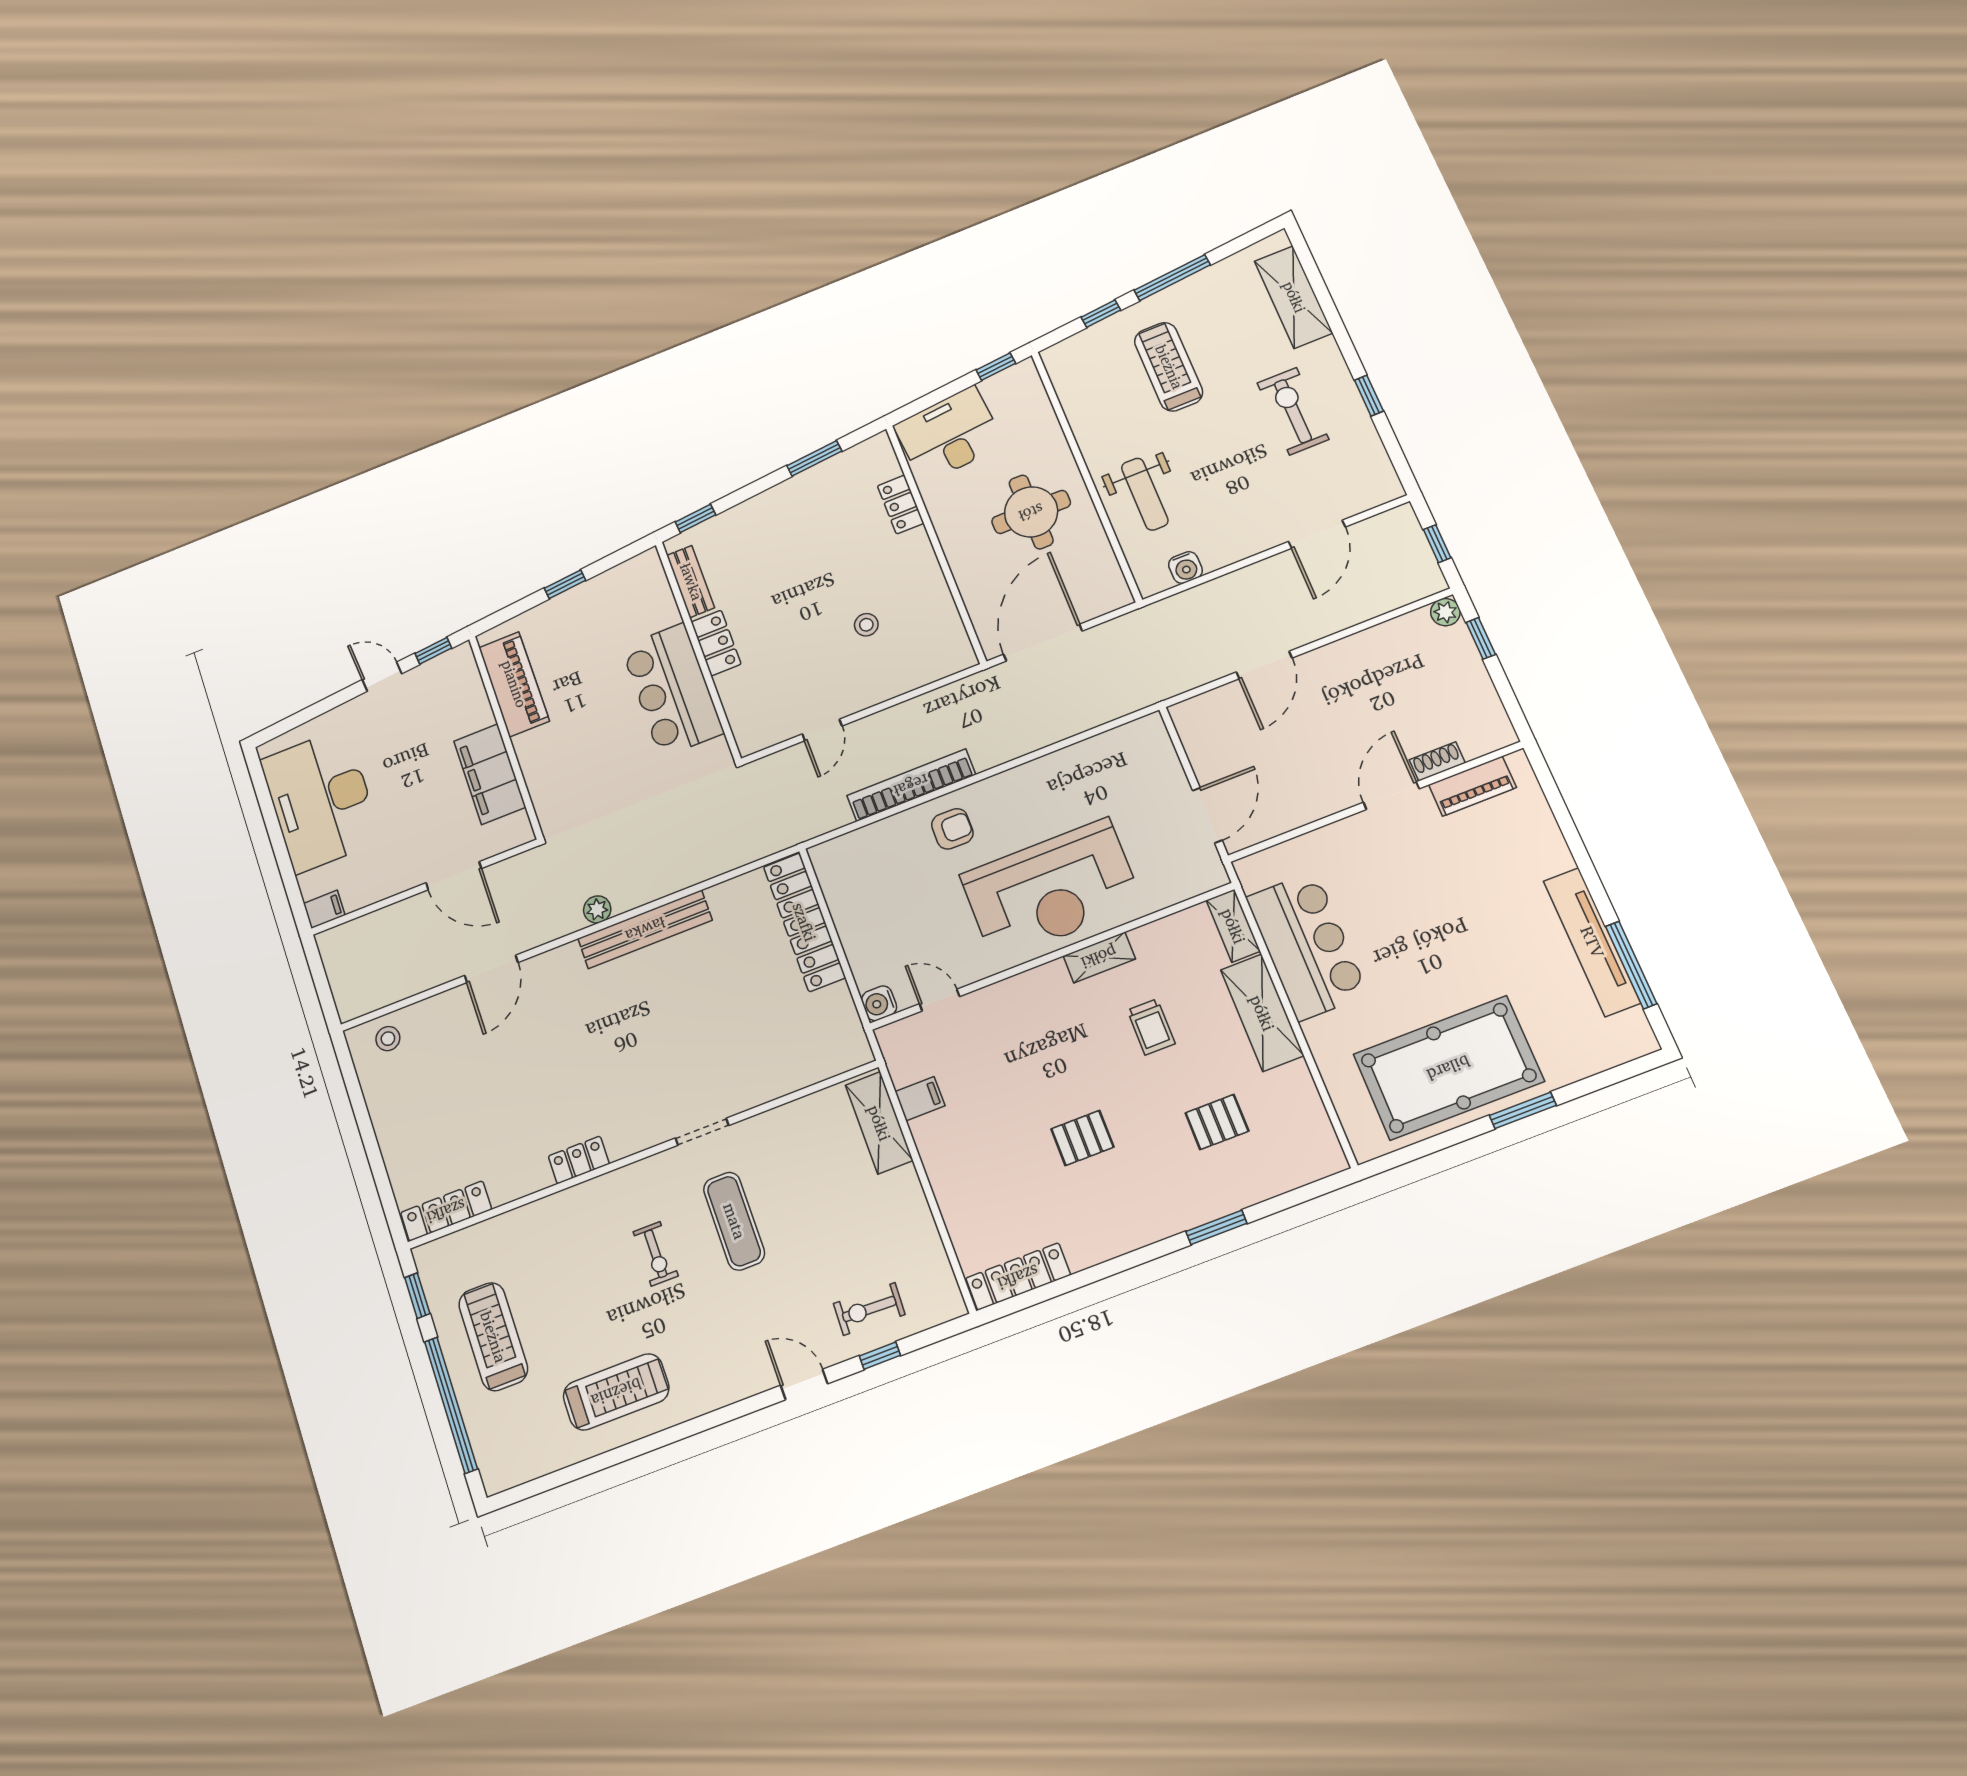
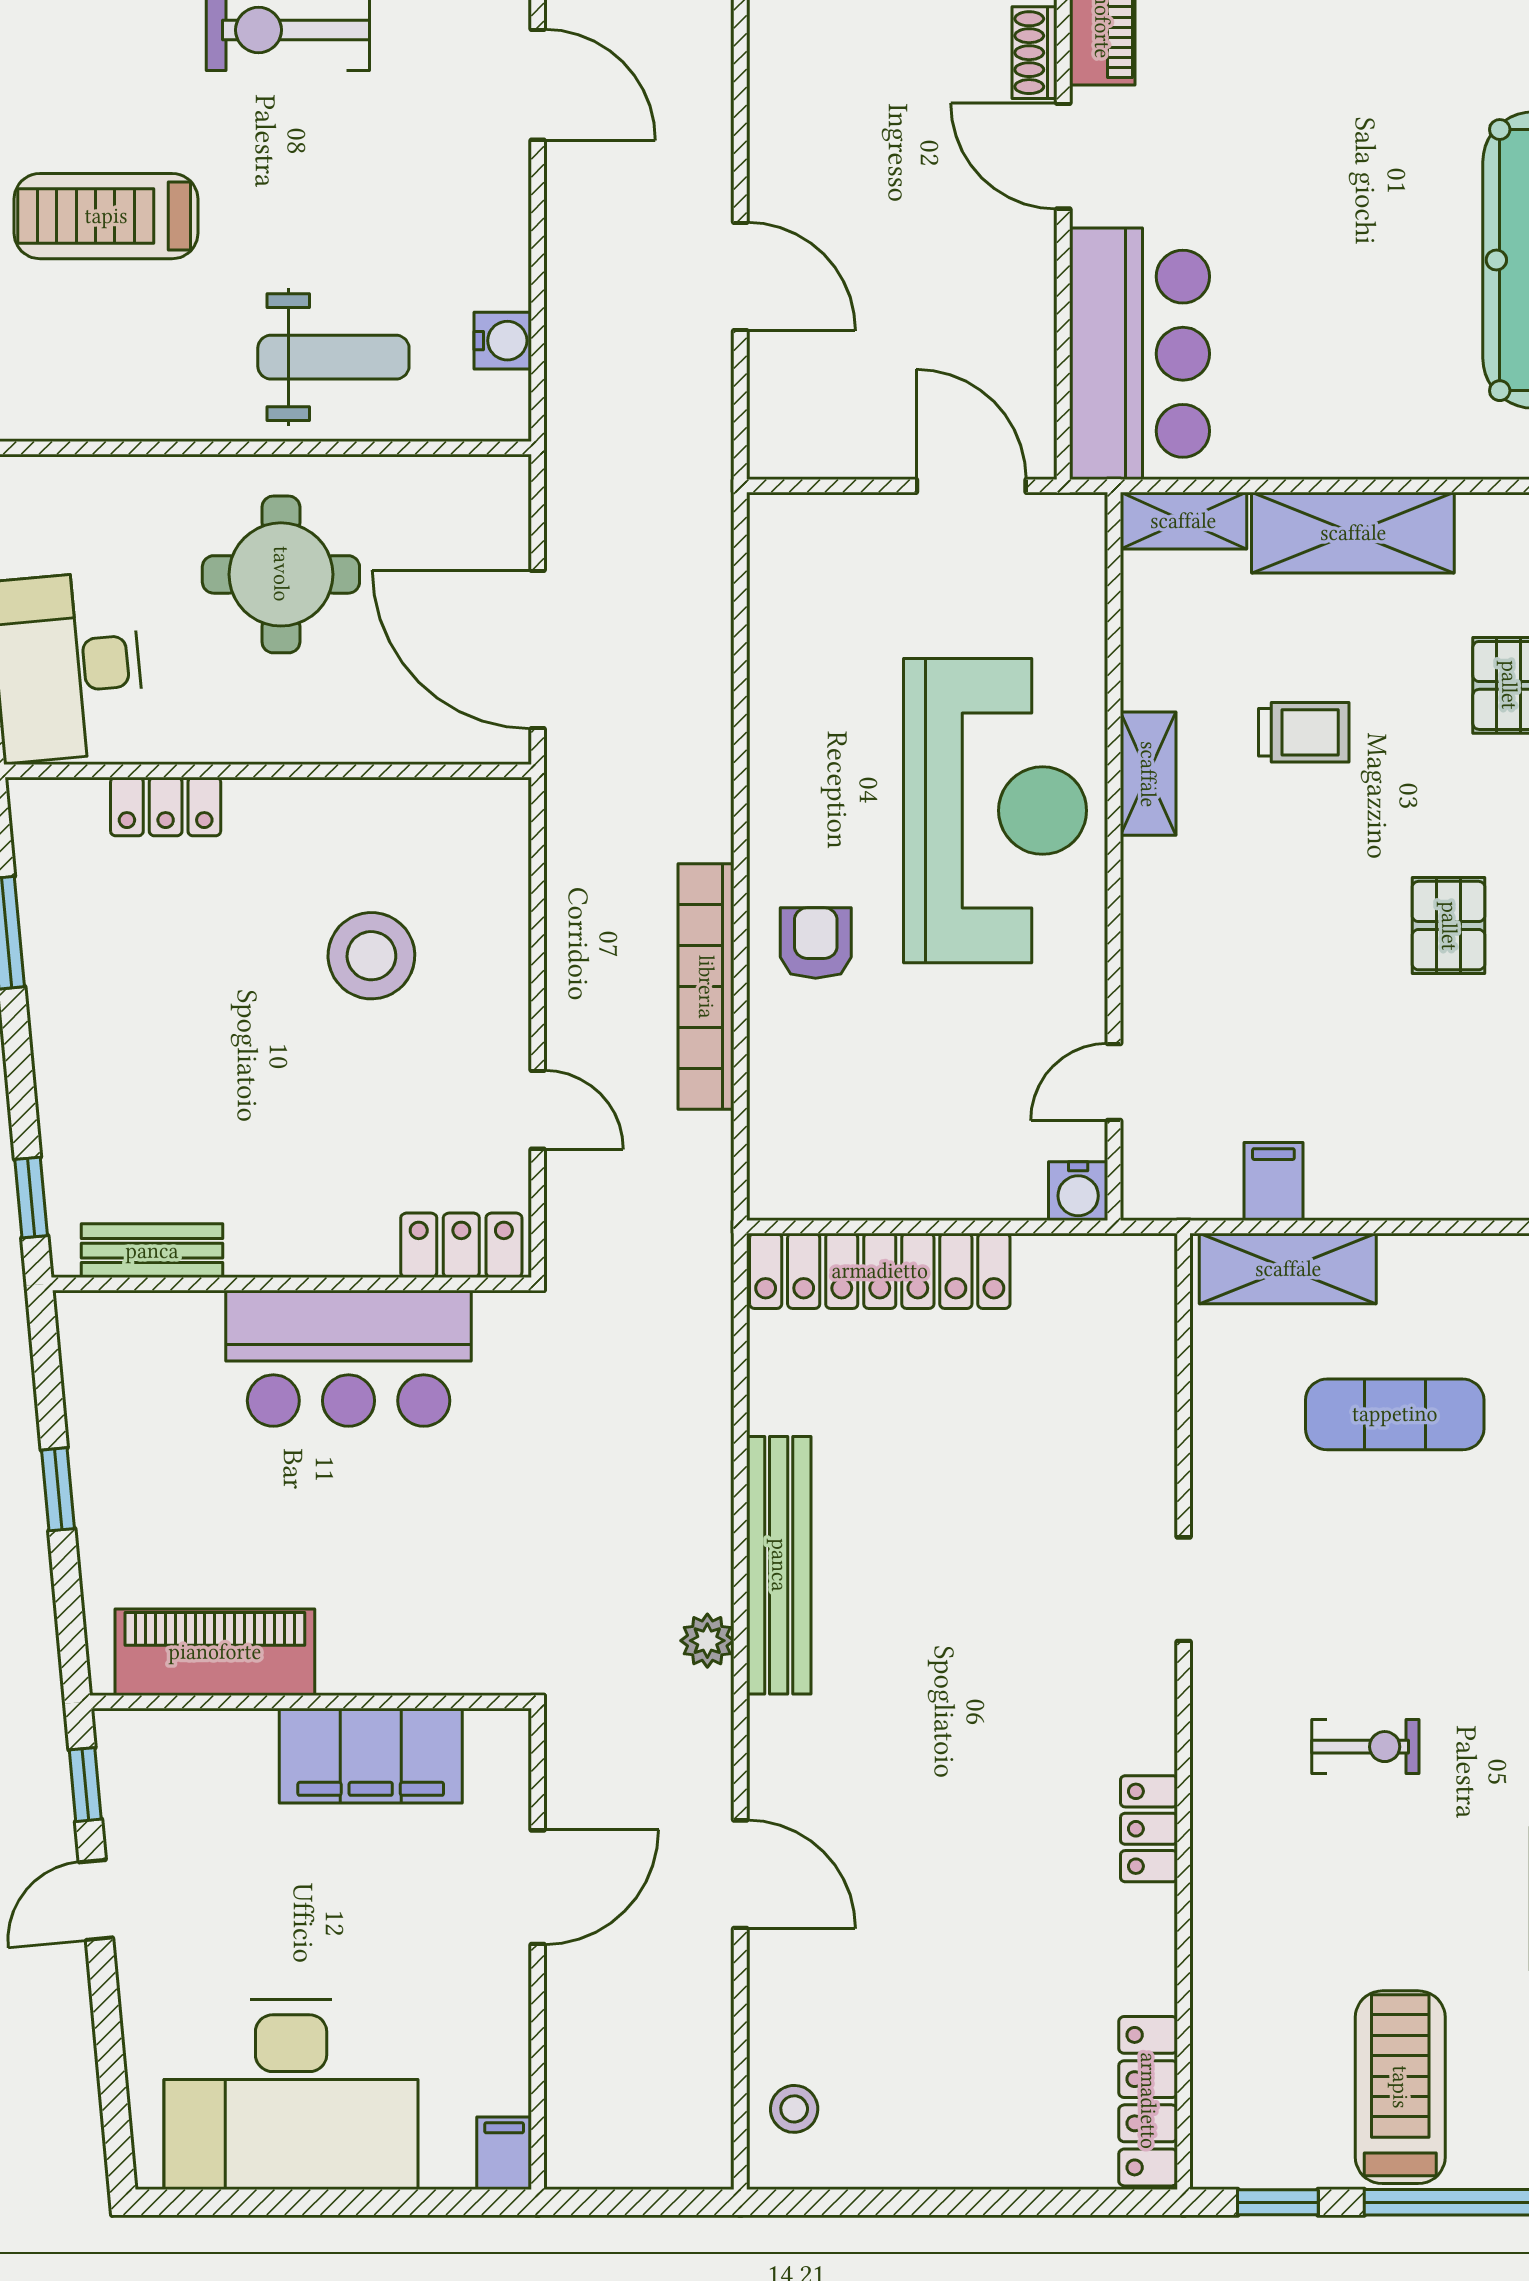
stool: (866, 625) -> (371, 956), width x1.89, depth x1.89
locker: (716, 643) -> (461, 1245), moved
bar counter: (1307, 946) -> (1140, 354), moved, turned 90
exercise mat: (734, 1221) -> (1395, 1414), moved
treadmill: (493, 1337) -> (1400, 2087), turned 90

